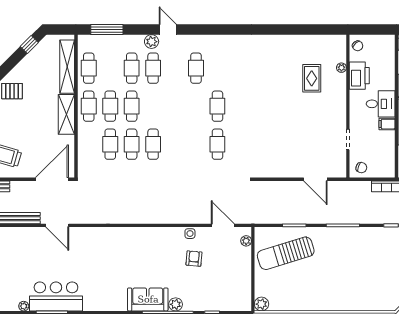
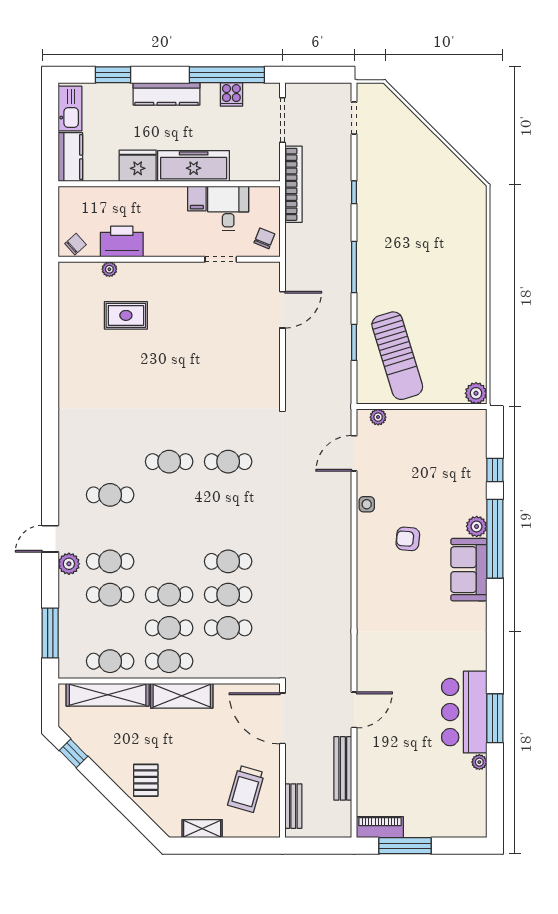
desk: (381, 104) -> (228, 208), moved
armchair: (194, 259) -> (408, 539), moved

